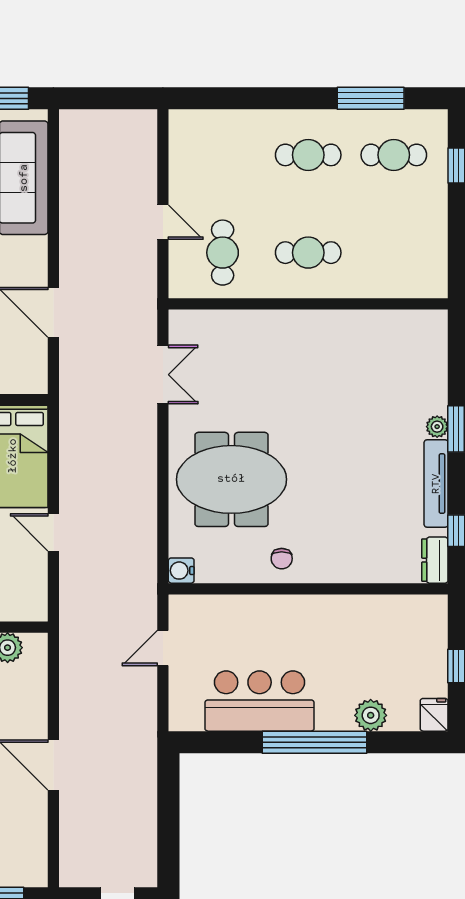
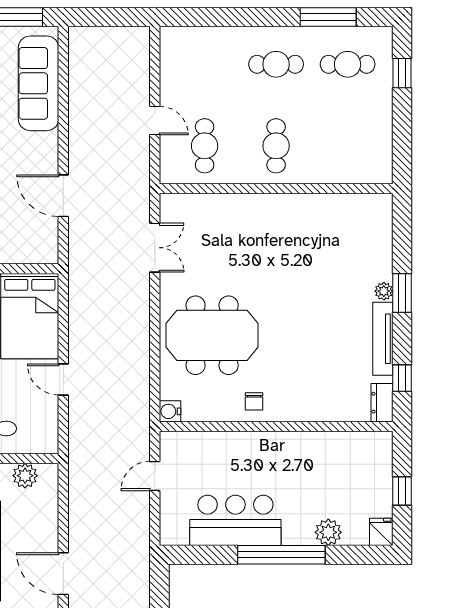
cafe table: (308, 253) -> (276, 146), turned 90

